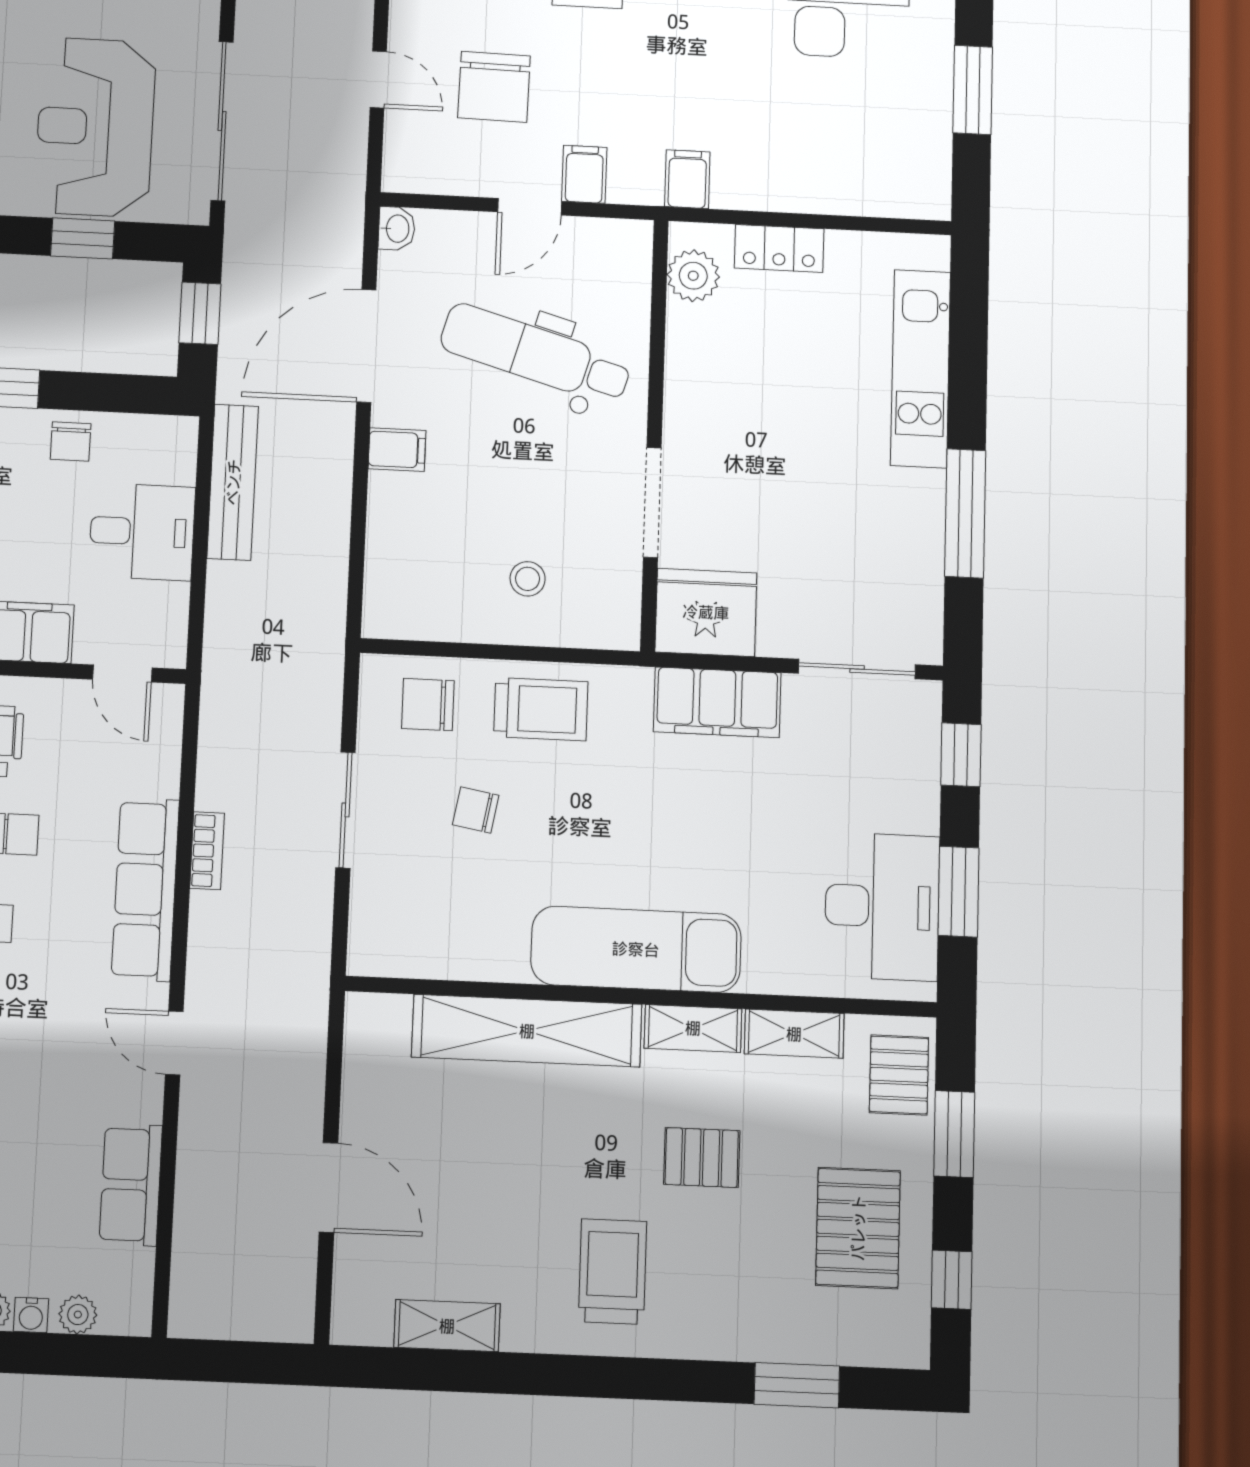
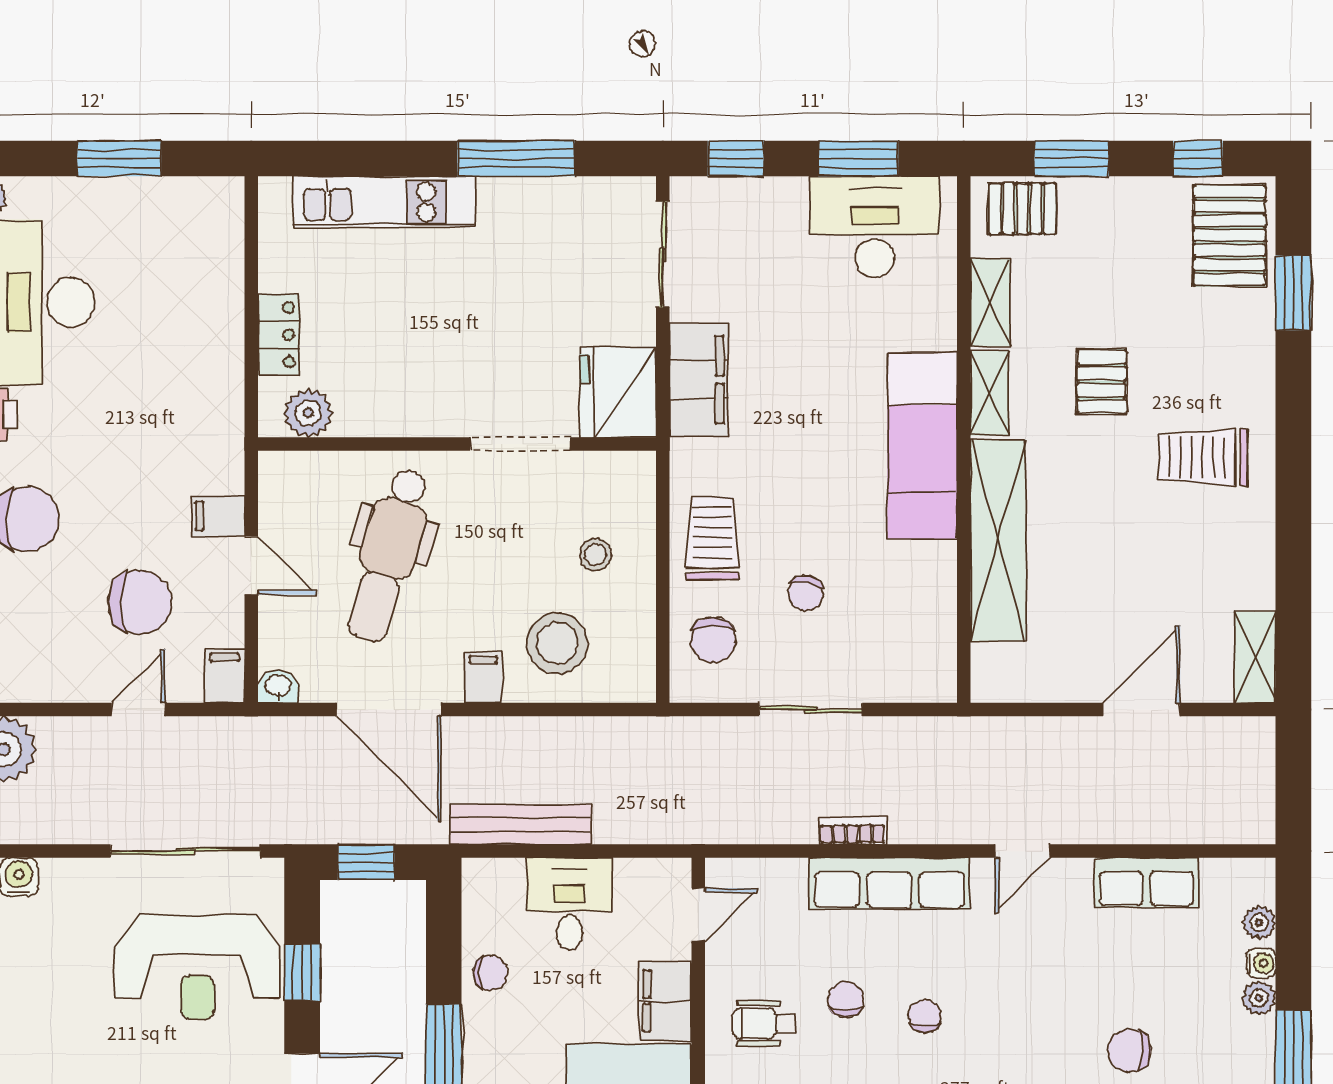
filing cabinet: (687, 179) -> (224, 676), moved, turned 90
stool: (431, 532) -> (557, 643), added
pallet: (858, 1228) -> (1229, 235), moved, turned 90
shelving: (447, 1326) -> (1255, 657), moved

